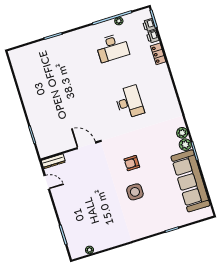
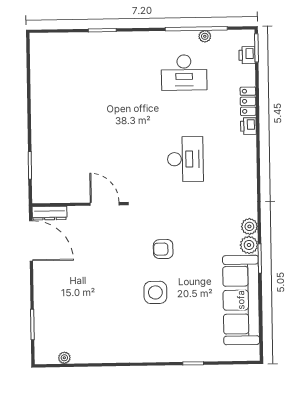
printer: (153, 37) -> (248, 126), moved
door: (47, 182) -> (31, 241), width x1.88

